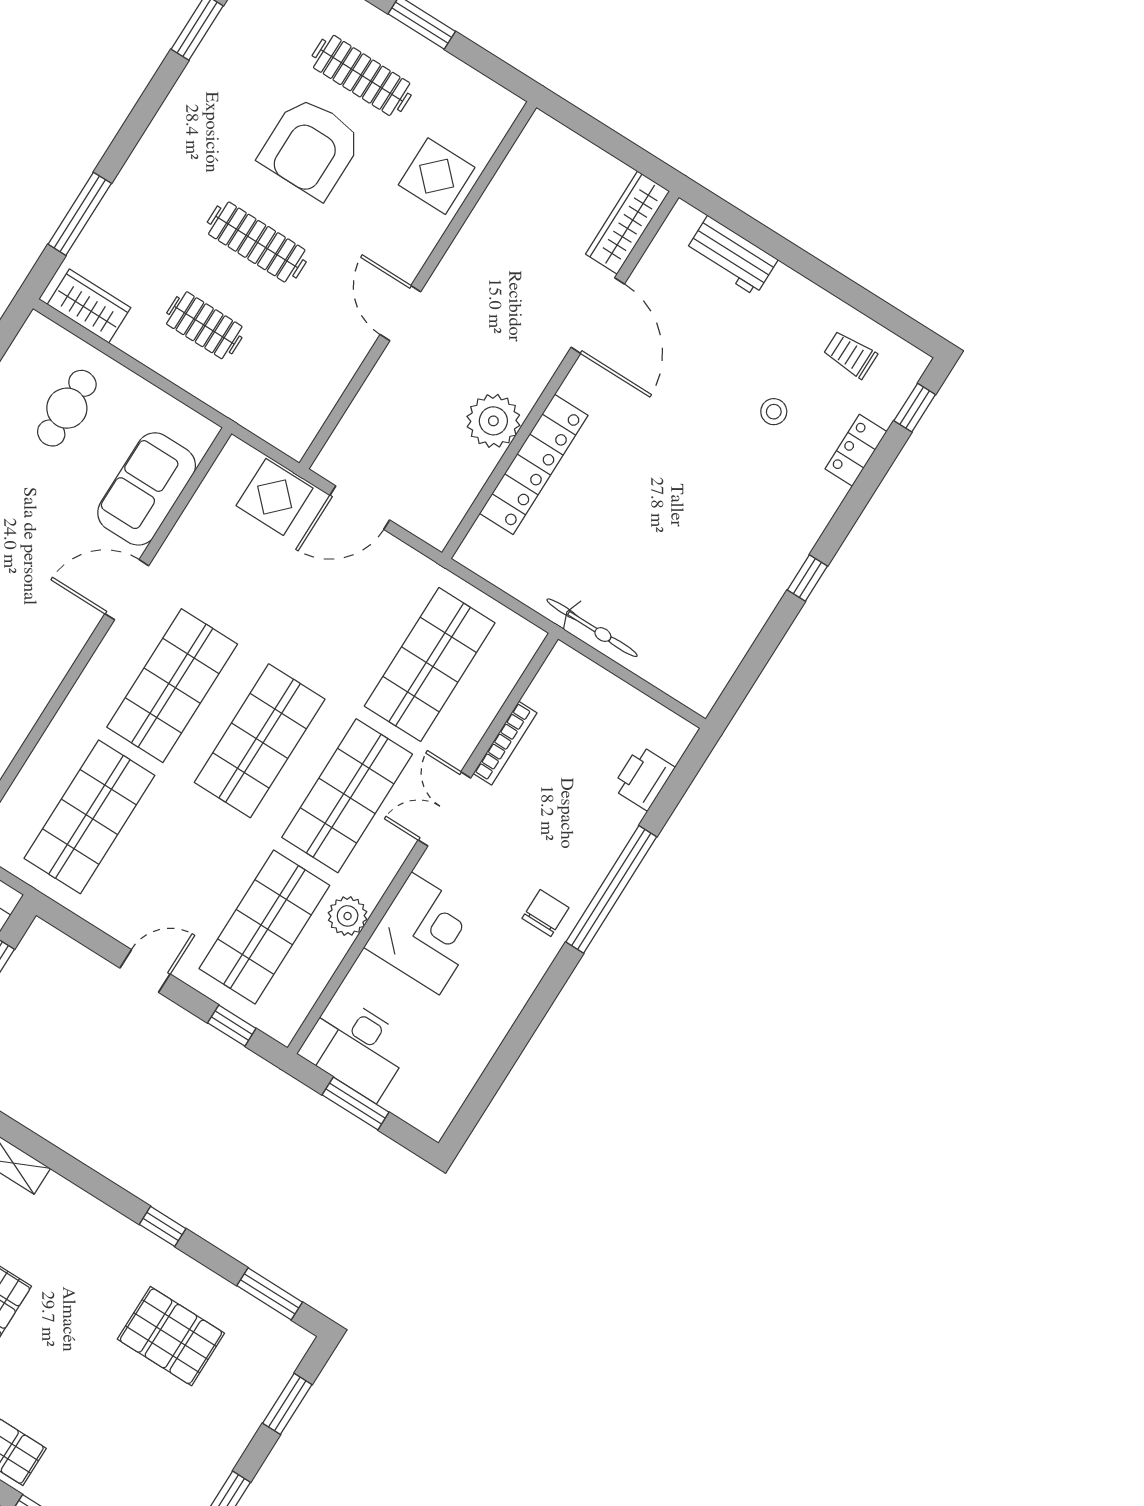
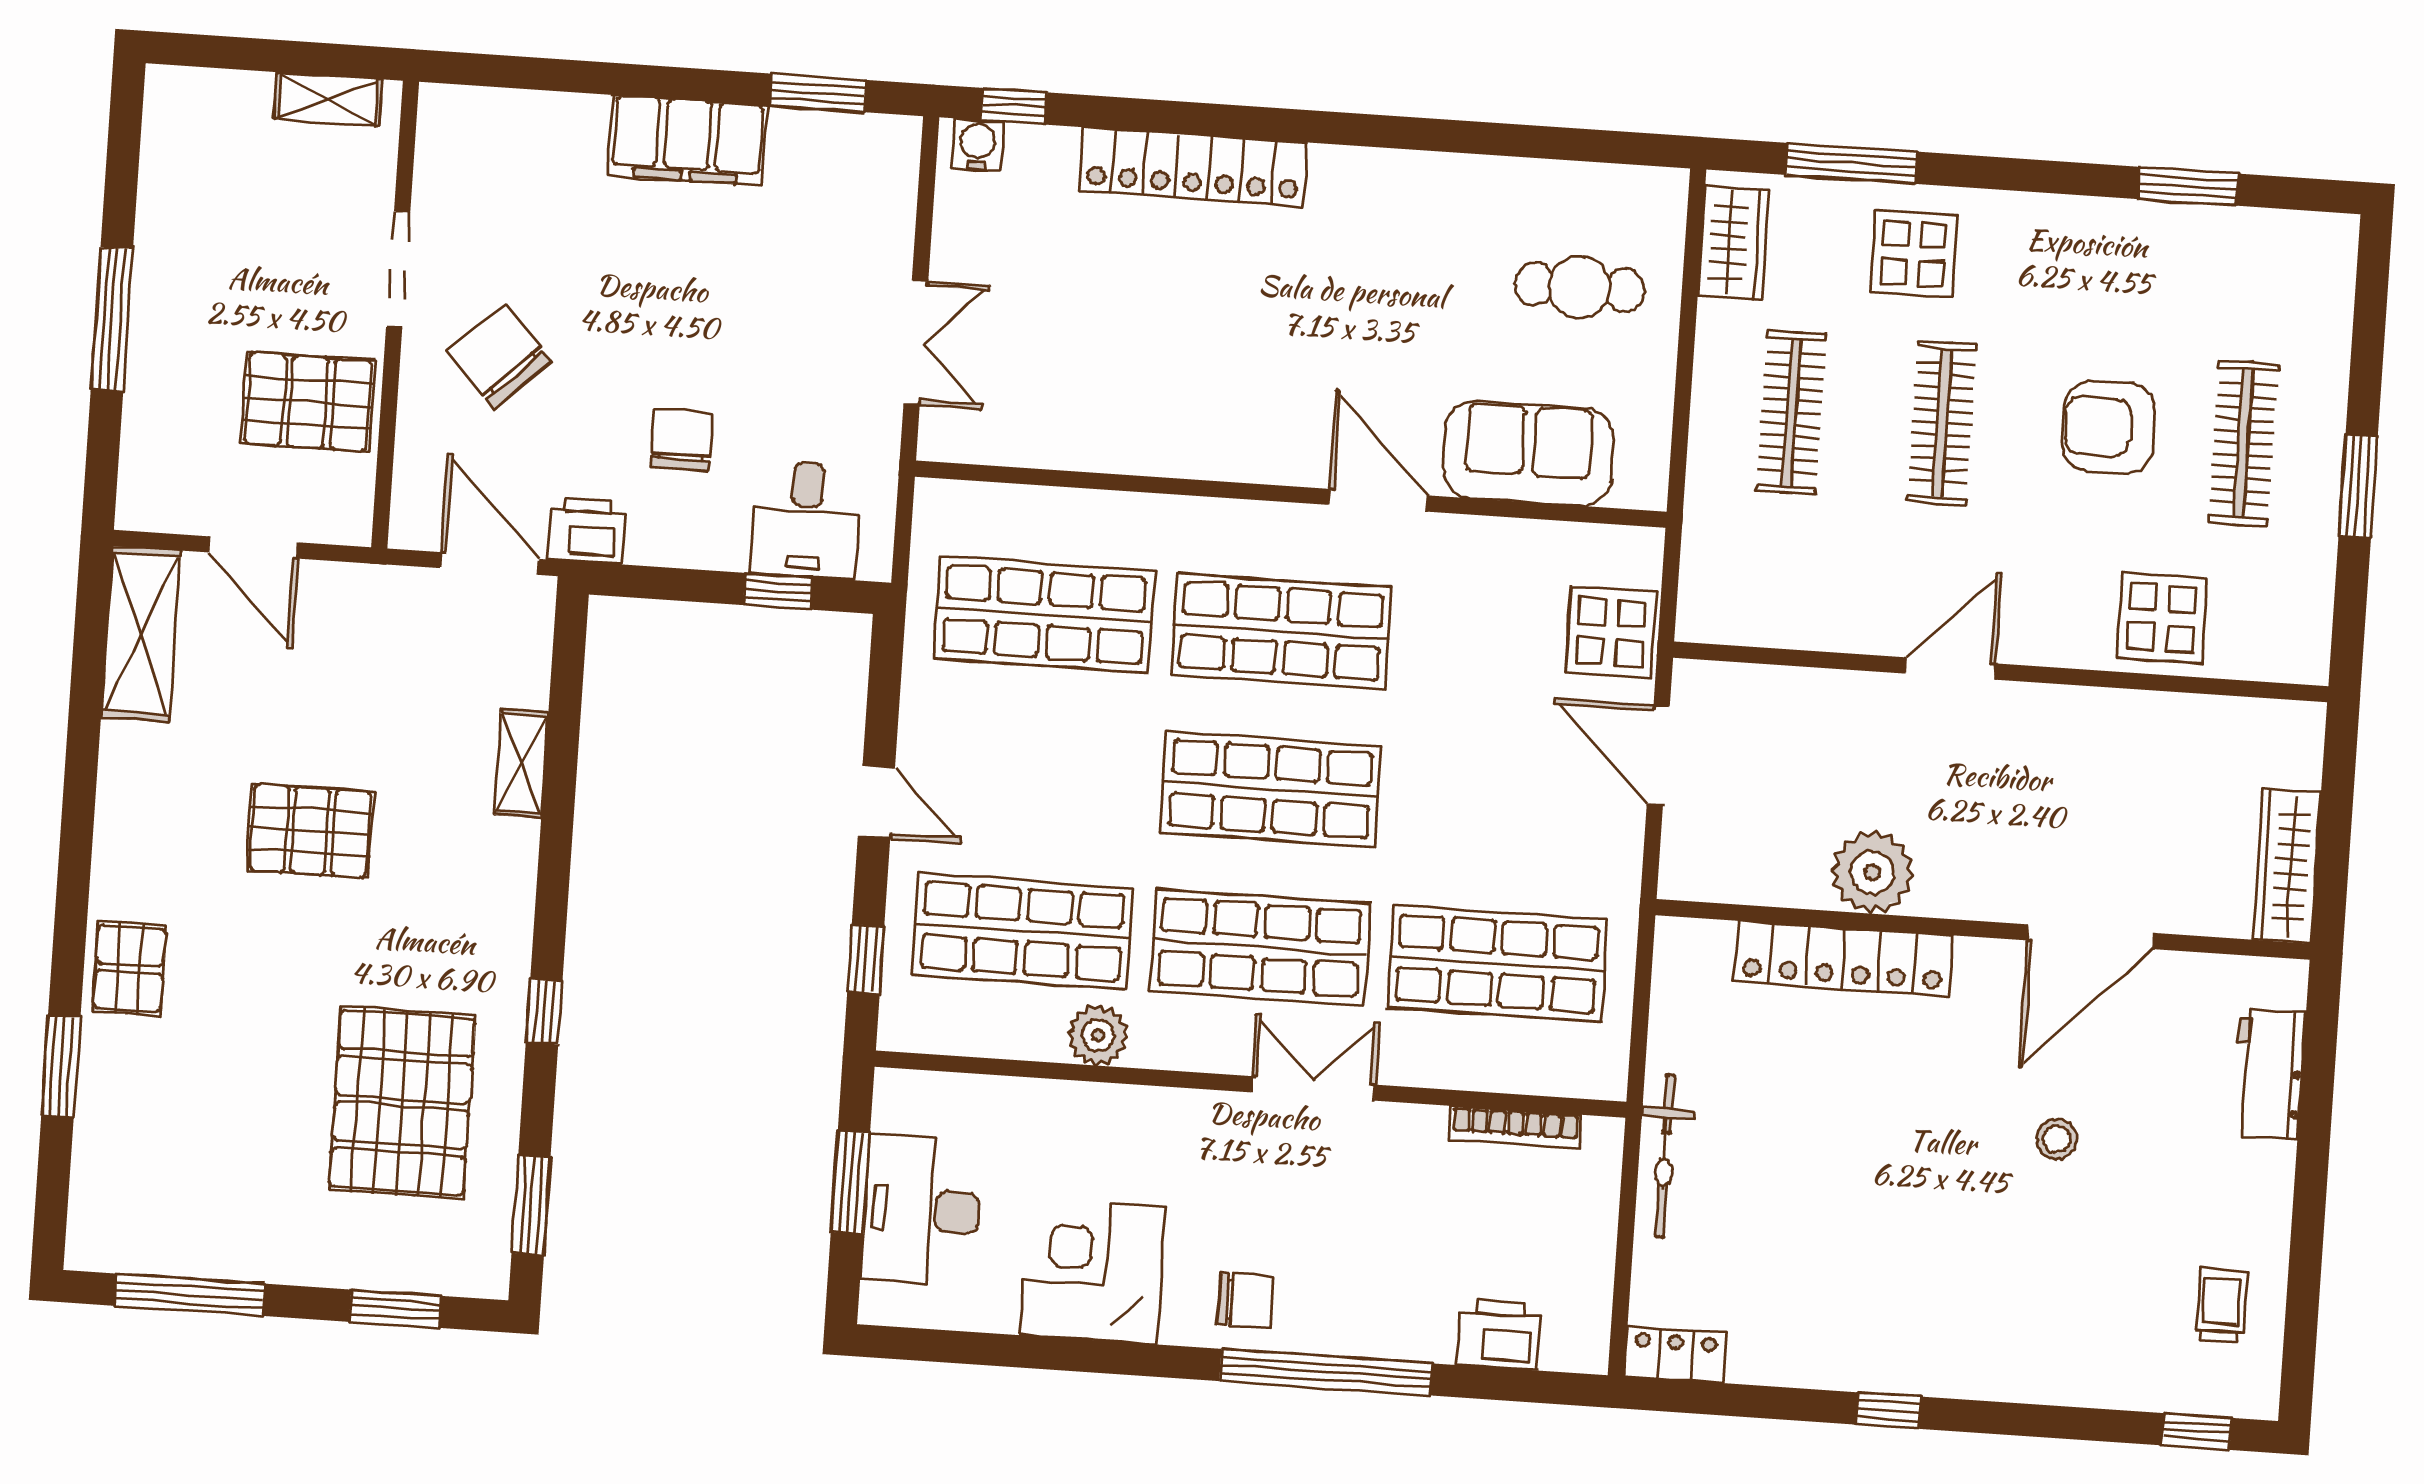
armchair: (311, 148) -> (2109, 427), width x0.73, depth x0.73
display table: (151, 206) -> (1913, 254), added
wardrobe: (628, 223) -> (2287, 867), moved, turned -90
clothes rail: (204, 325) -> (1791, 412), width x1.36
stool: (774, 412) -> (2057, 1139), moved
locker: (856, 450) -> (1675, 1355), moved
bookcase: (505, 743) -> (1515, 1127), moved
corner desk: (425, 933) -> (1093, 1271), moved, turned 180
desk: (356, 1048) -> (922, 1210), moved
pallet: (171, 1336) -> (402, 1102), width x1.37, depth x1.41

